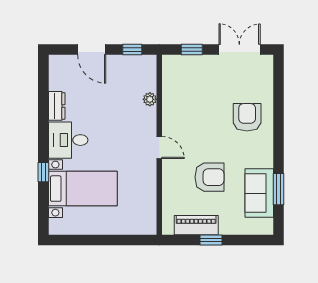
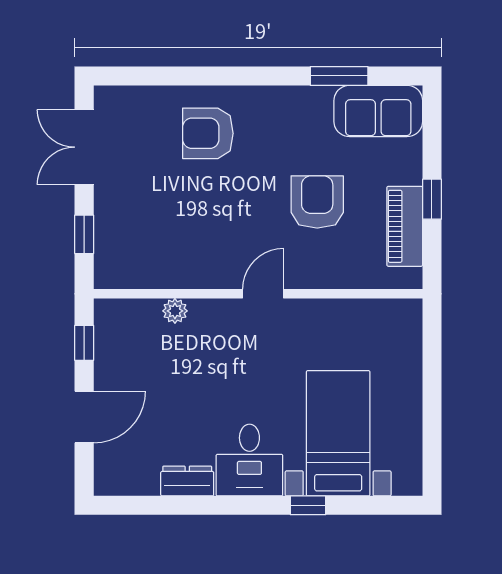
sofa: (259, 193) -> (378, 111), moved

